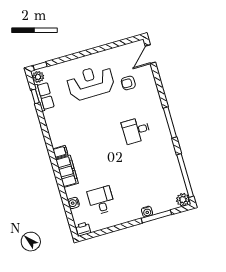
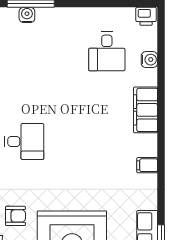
filing cabinet: (60, 152) -> (147, 165), moved
water cooler: (147, 212) -> (27, 15), moved

